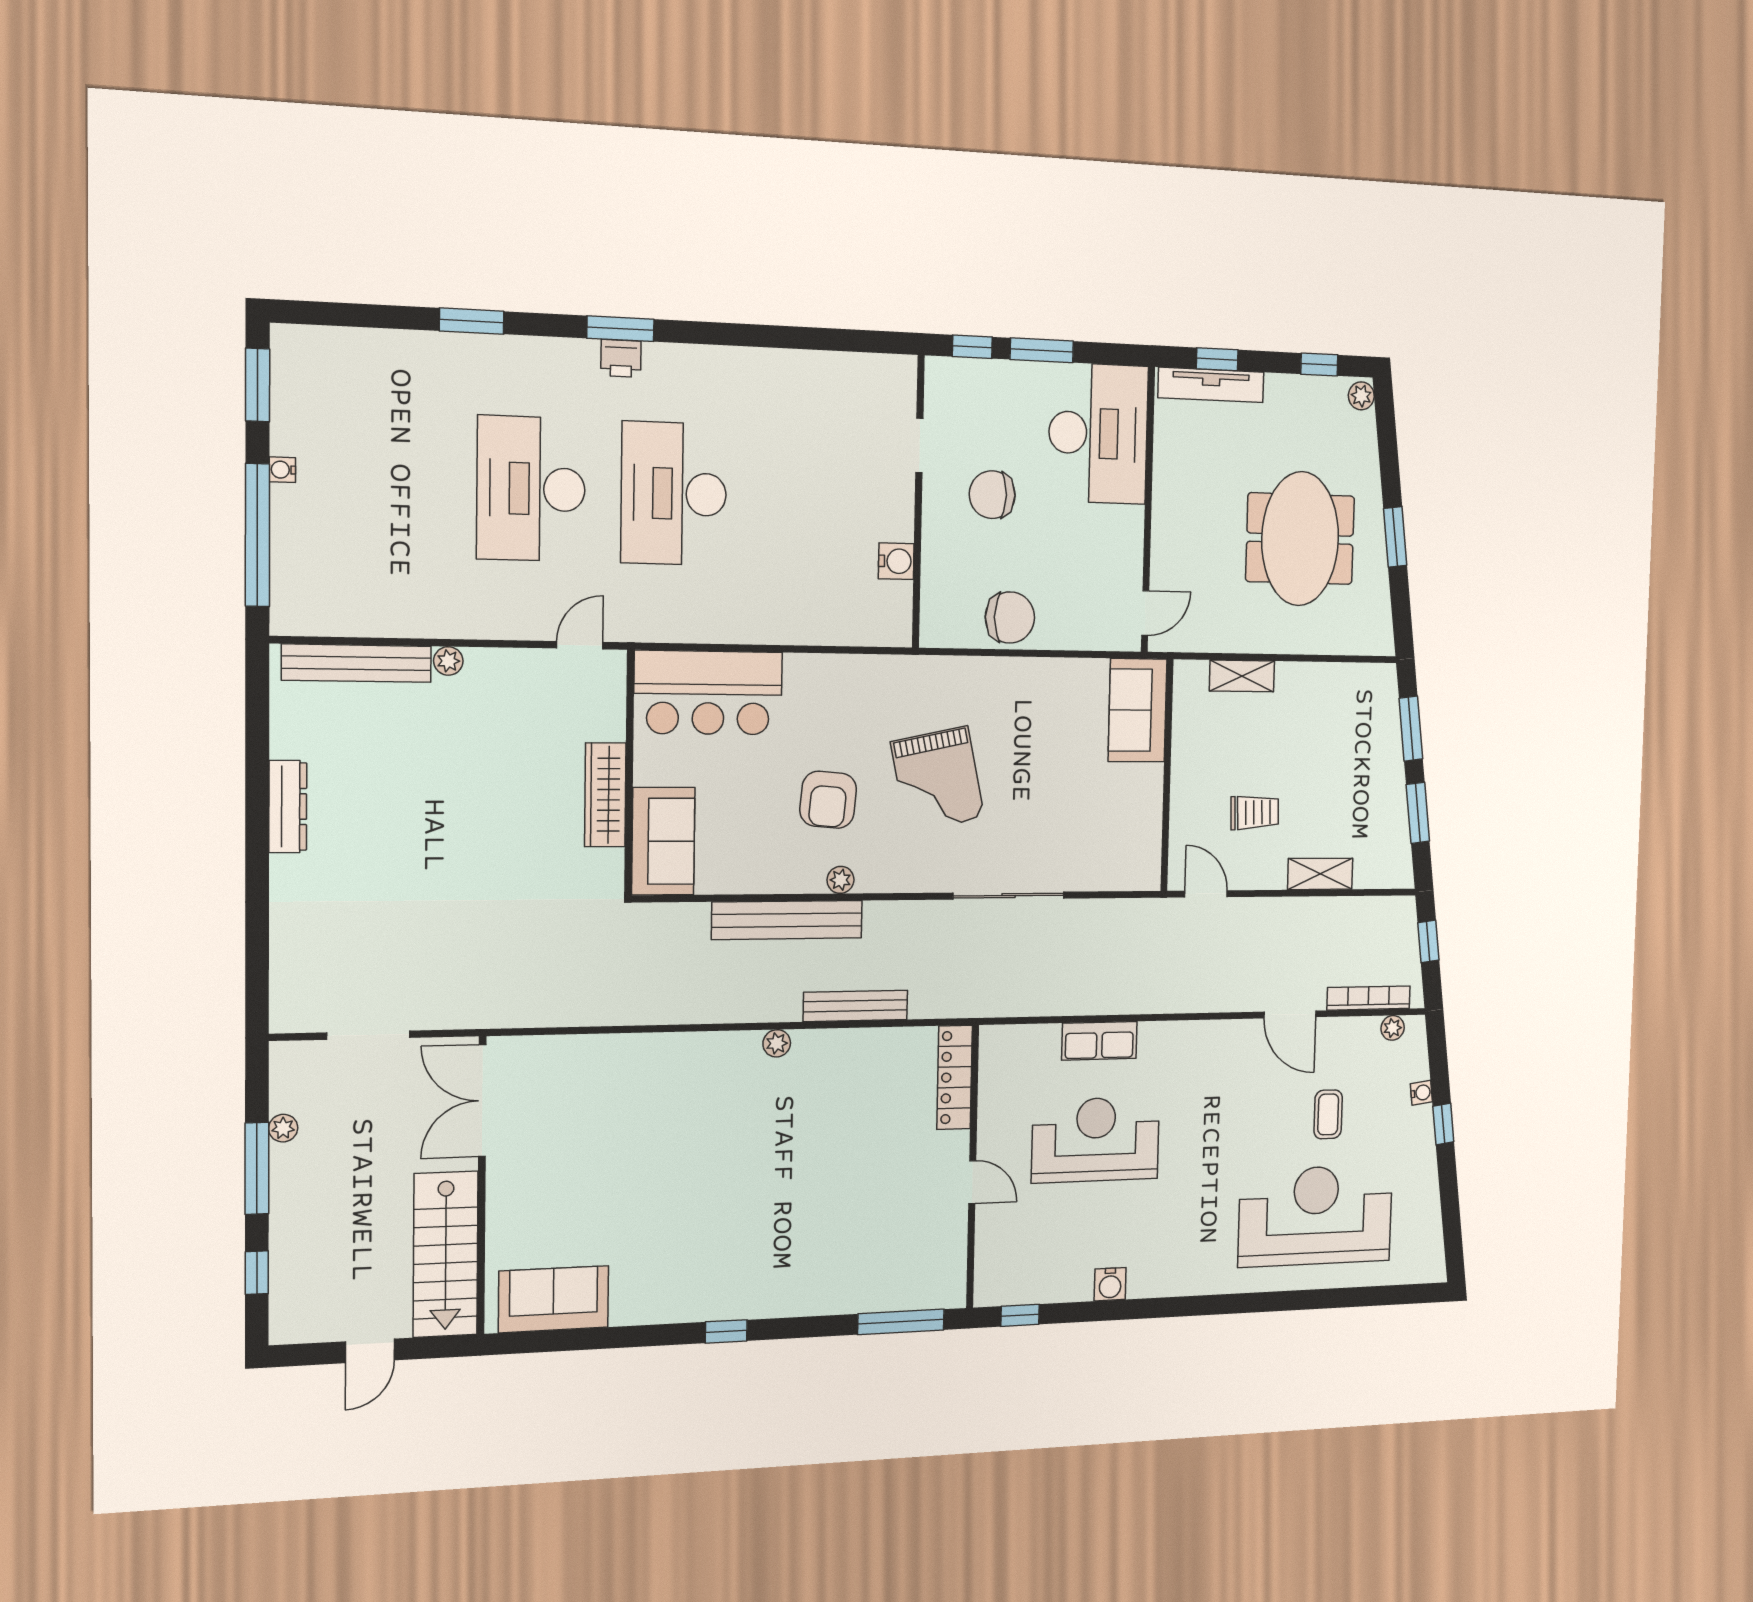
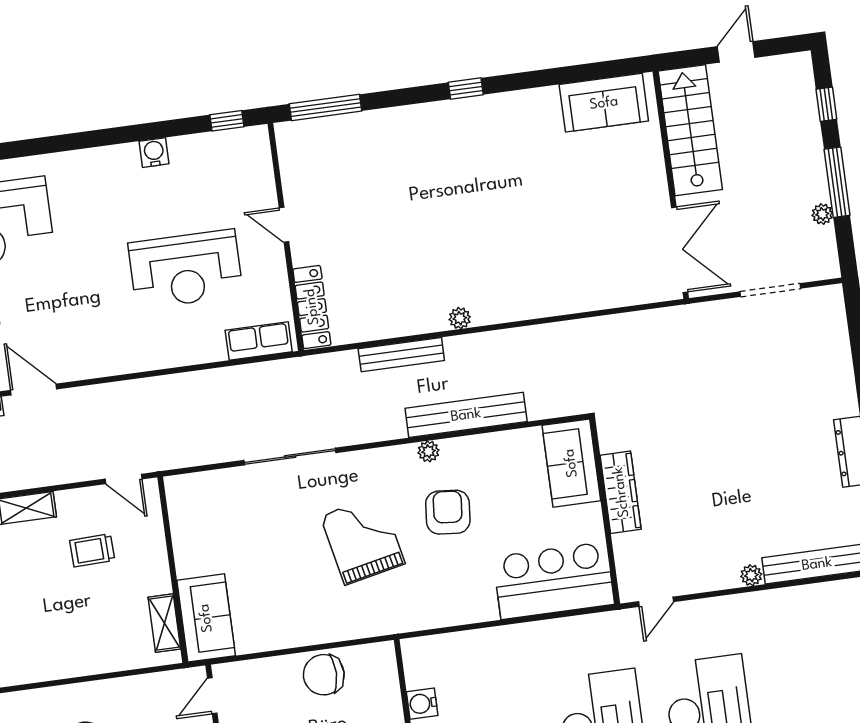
shelving: (1242, 676) -> (164, 623), moved, turned 90
row of seats: (1099, 1041) -> (259, 341), moved

